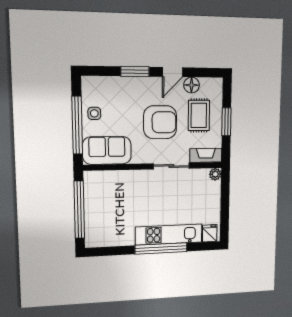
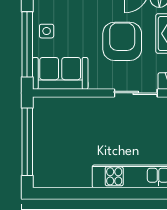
armchair: (160, 122) -> (122, 41), turned -90
window: (161, 248) -> (123, 193), removed

